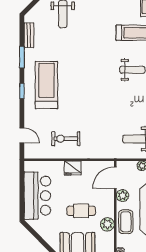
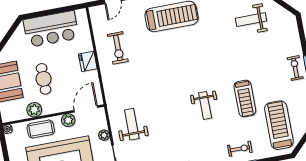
exercise bike: (66, 139) -> (118, 48), turned 180
door: (115, 178) -> (86, 109), hinge flipped

